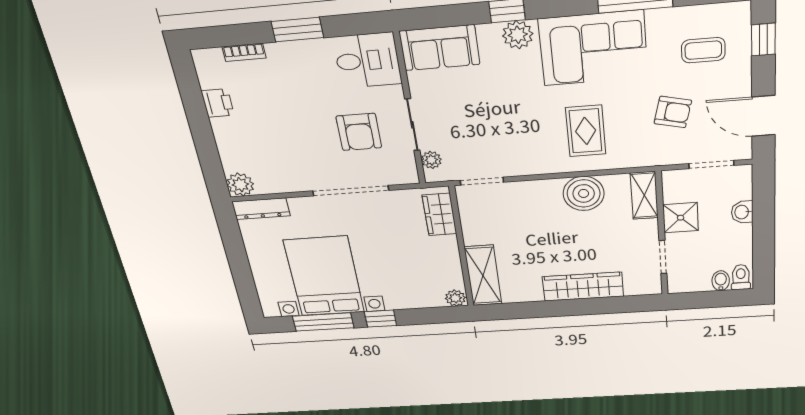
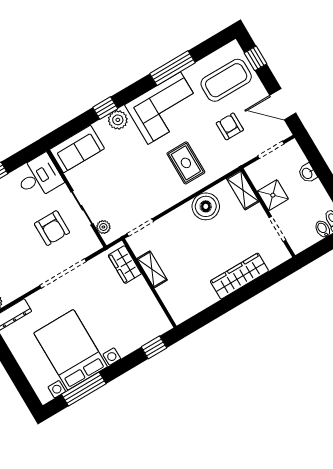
coffee table: (703, 50) -> (226, 80), width x1.86, depth x1.72
armchair: (673, 112) -> (230, 126), turned -104
shelving: (483, 276) -> (152, 269), moved, width x0.67, depth x0.75
plant: (455, 298) -> (162, 326), removed
window: (380, 319) -> (154, 347), moved

